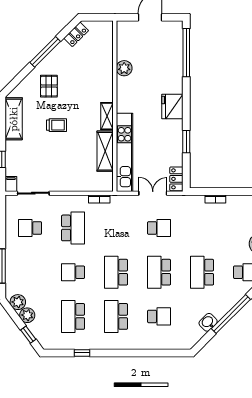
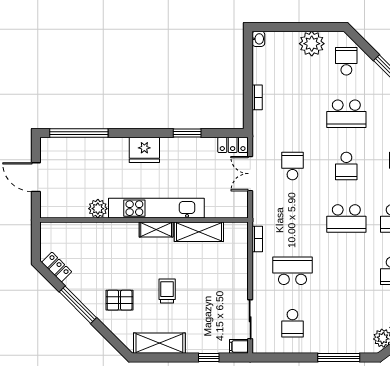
kitchen unit: (125, 152) -> (156, 208), moved
school desk: (73, 272) -> (346, 271), removed
school desk: (159, 272) -> (346, 166), width x0.54

